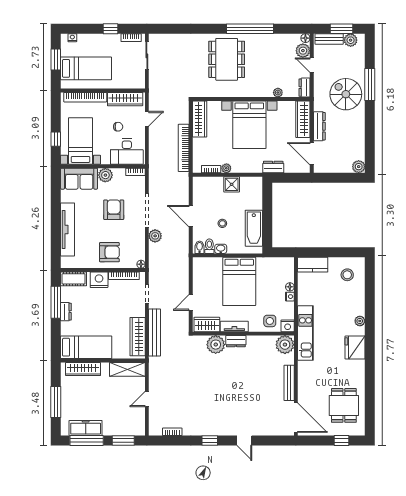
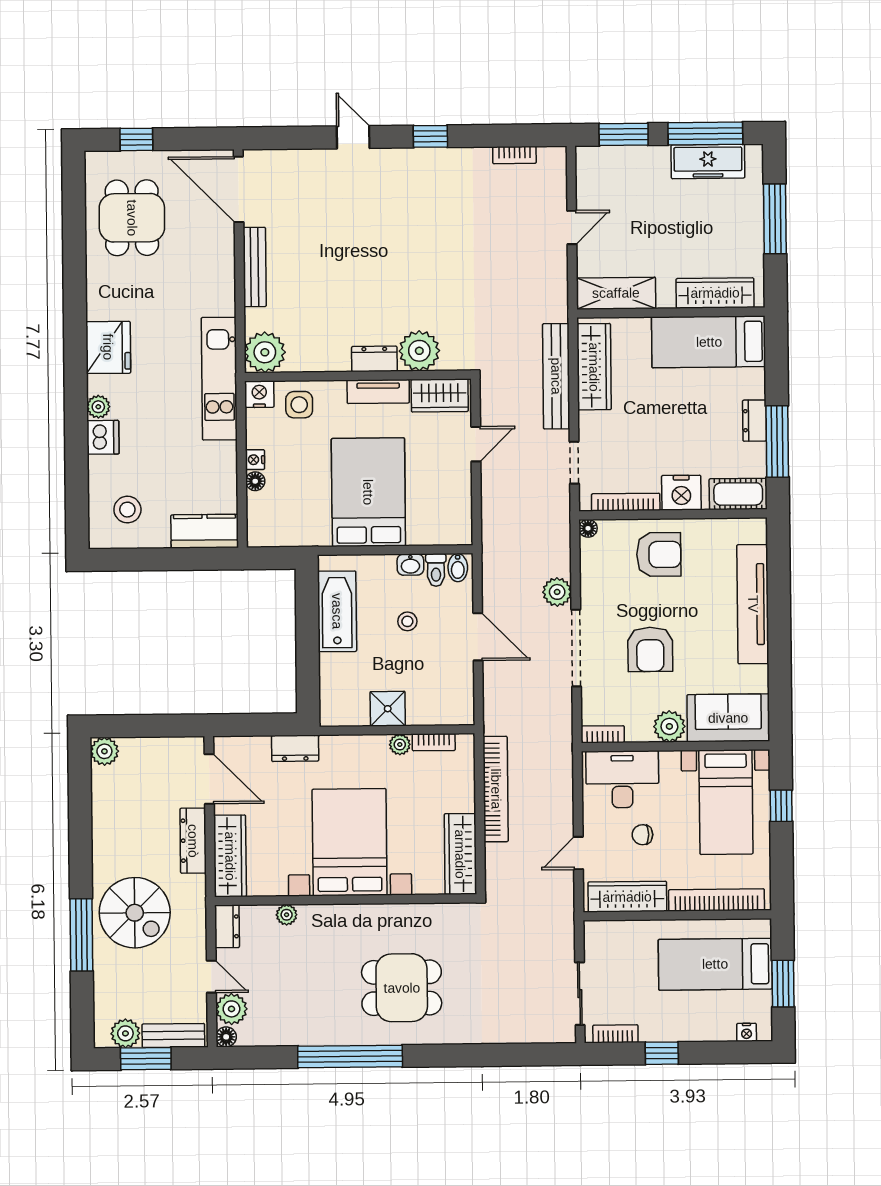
dining table: (227, 59) -> (402, 988), width x0.73
armchair: (109, 252) -> (659, 554), turned 180
dishwasher: (358, 307) -> (103, 437), added

